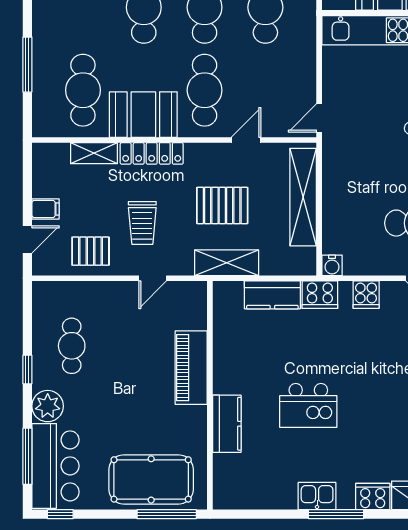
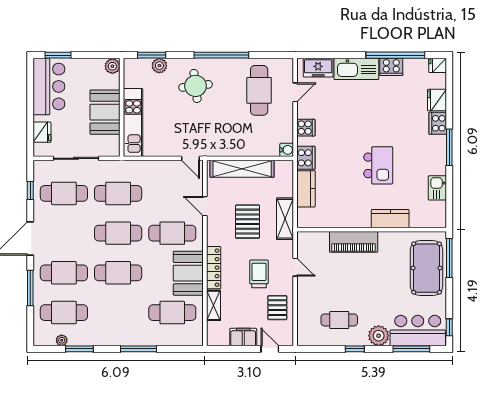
window: (27, 65) -> (138, 349), moved
filing cabinet: (45, 209) -> (243, 337), width x2.00
trolley: (142, 223) -> (259, 274), turned -90
kitchen sink: (317, 496) -> (437, 188), moved

